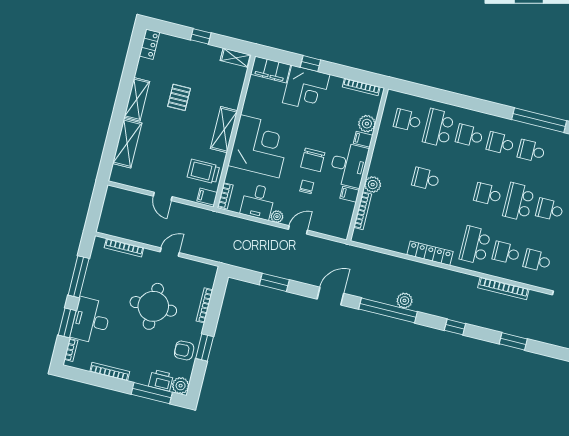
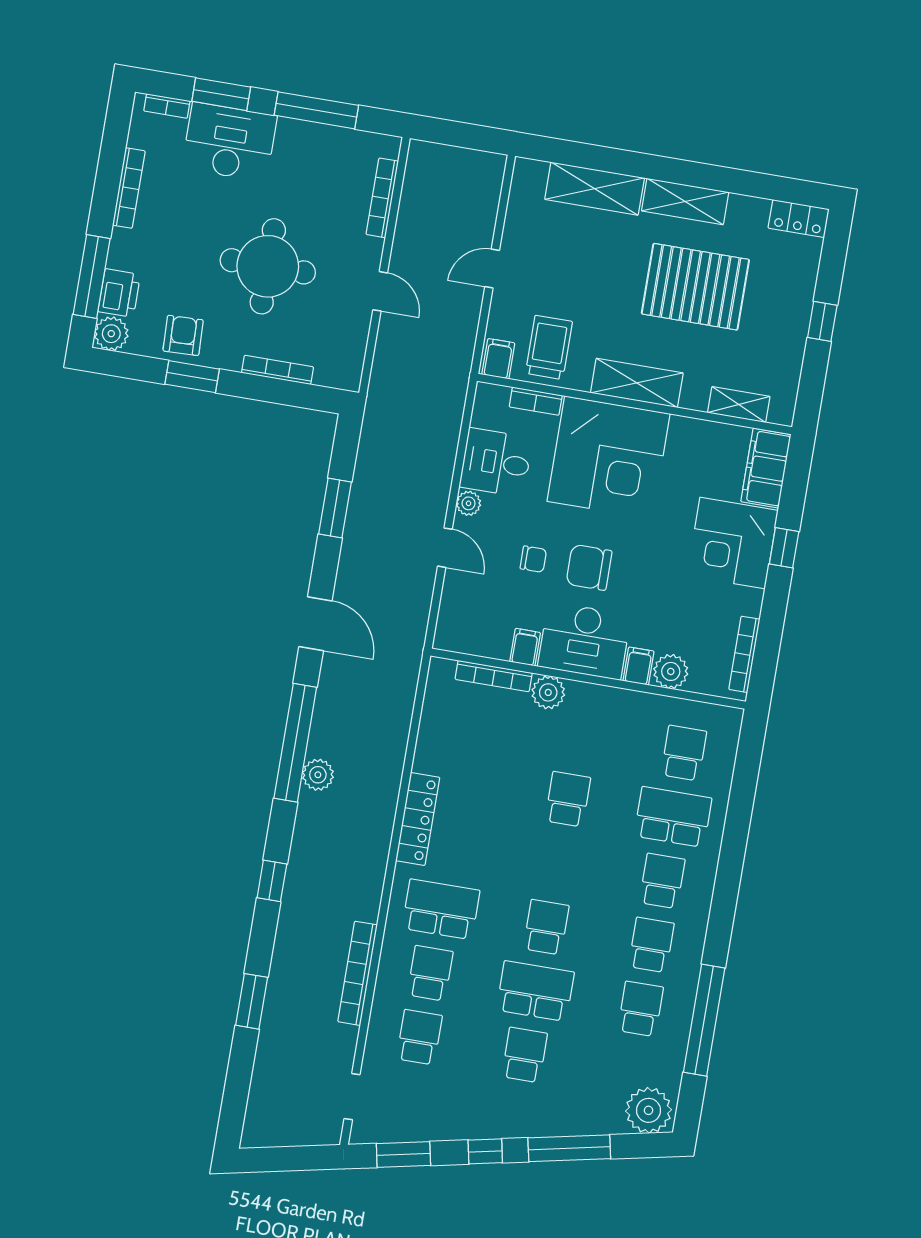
shelving: (236, 58) -> (739, 404), moved, turned 90
pallet: (179, 97) -> (695, 287), width x2.05, depth x2.00
bookcase: (225, 196) -> (536, 401), moved

